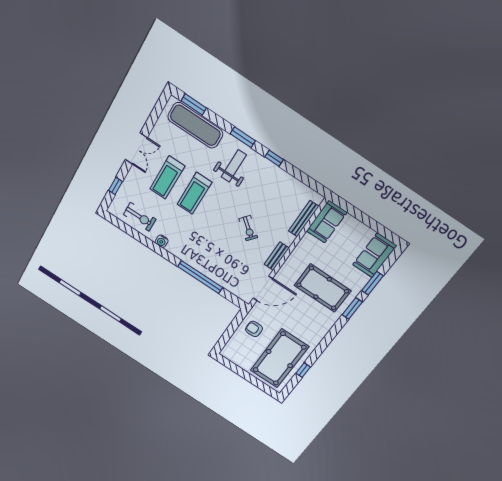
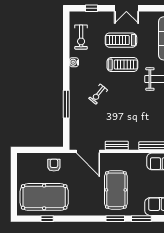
treadmill: (194, 193) -> (122, 64), turned 180
exercise bike: (248, 228) -> (98, 94), moved
window: (200, 277) -> (66, 104), width x0.68

